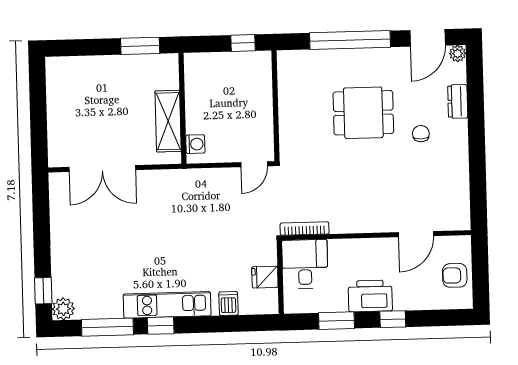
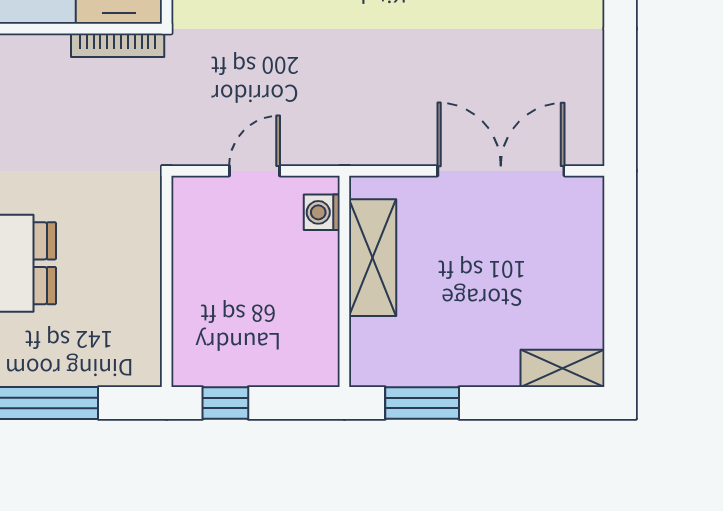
shelving: (67, 66) -> (562, 368), added
door: (254, 164) -> (255, 171), moved

